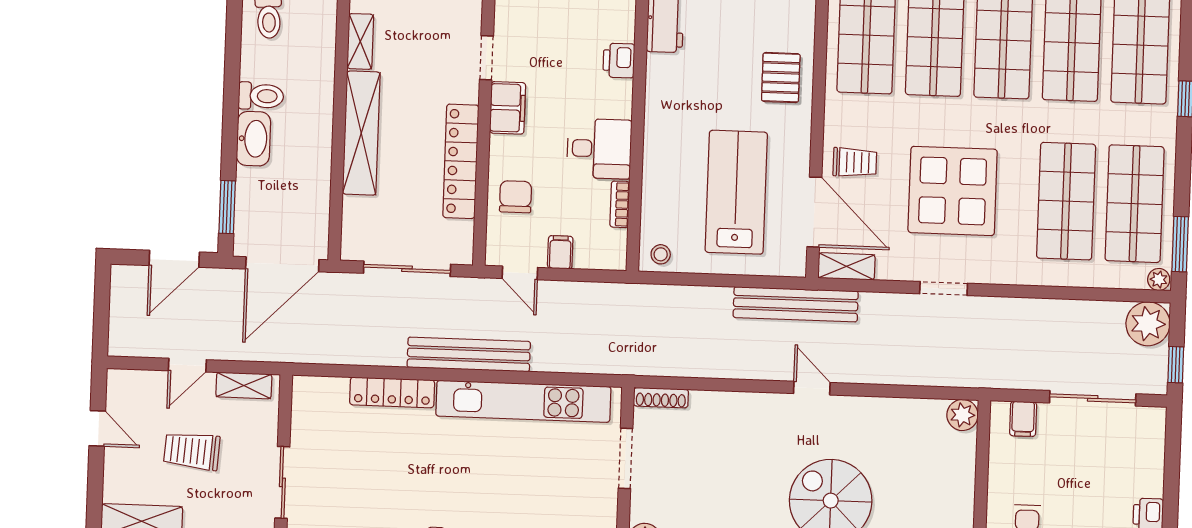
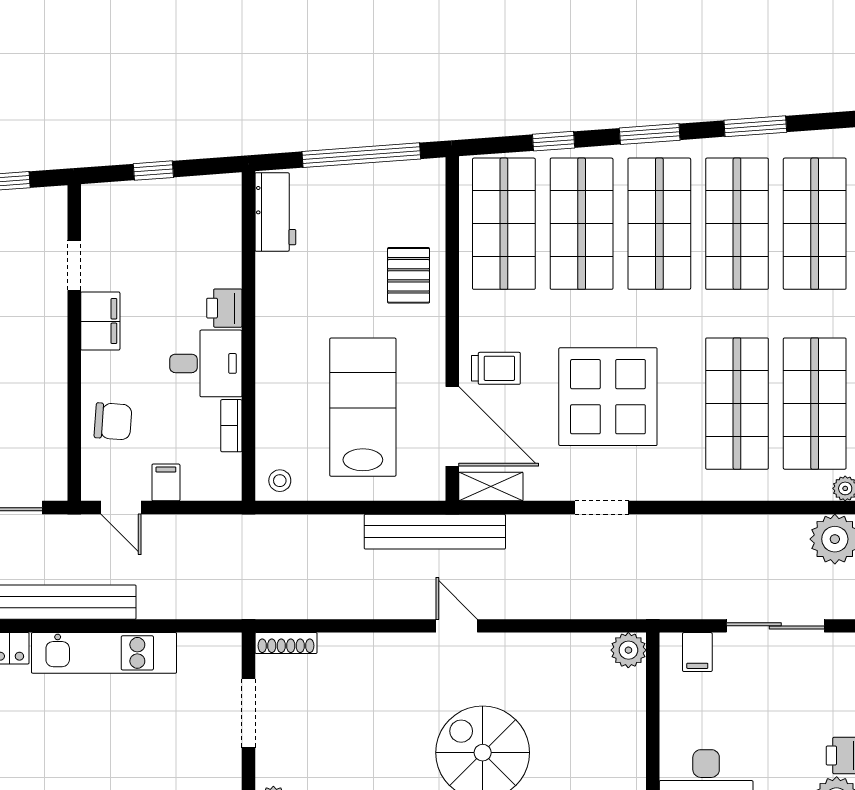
printer: (619, 61) -> (224, 308), moved
locker: (461, 161) -> (49, 384), removed
chair: (516, 197) -> (113, 421), turned 94
kitchen unit: (523, 401) -> (104, 653), width x0.73

